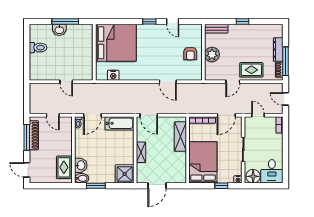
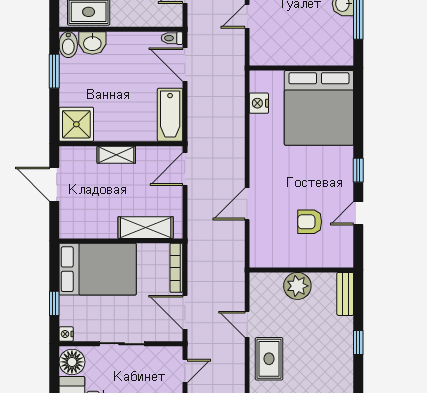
armchair: (190, 54) -> (310, 222), moved

